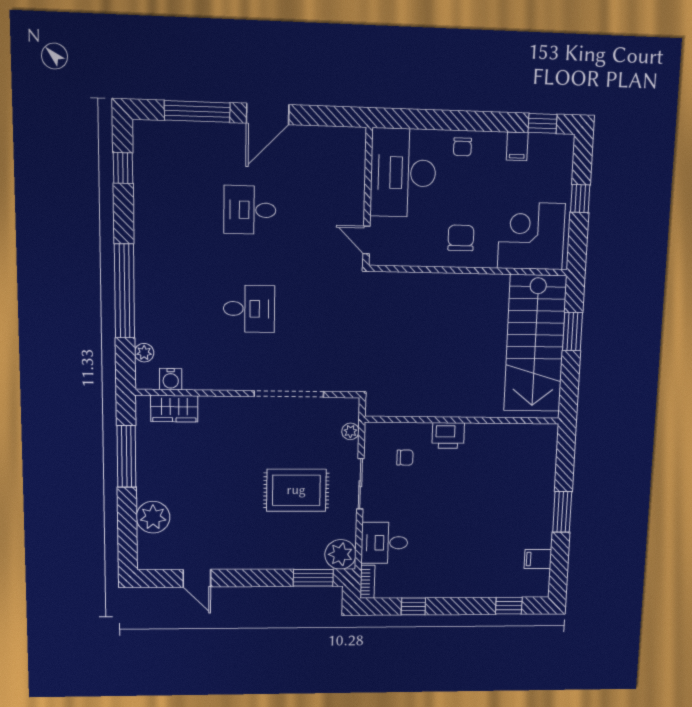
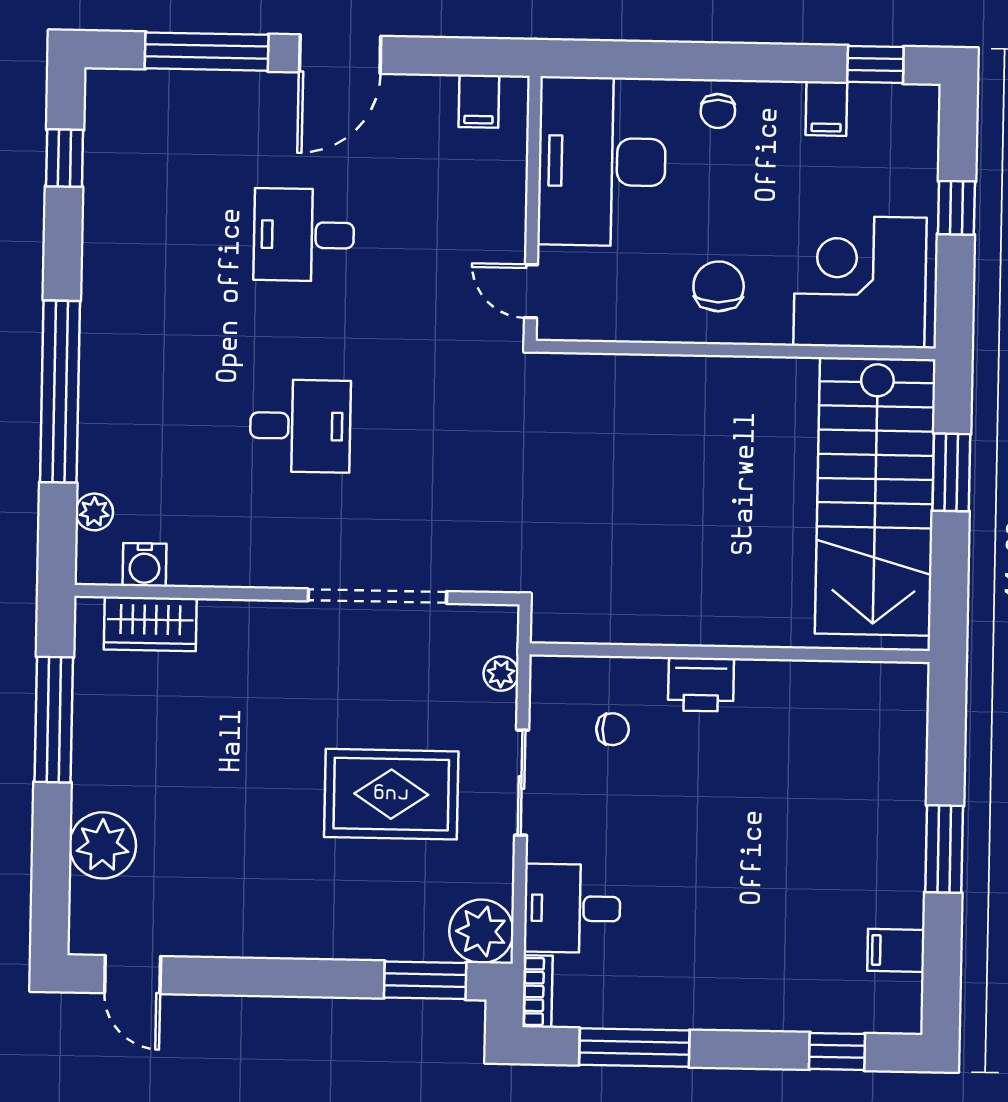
filing cabinet: (340, 140) -> (479, 101), added
door: (197, 578) -> (133, 975), moved
window: (413, 606) -> (634, 1048), width x2.17

